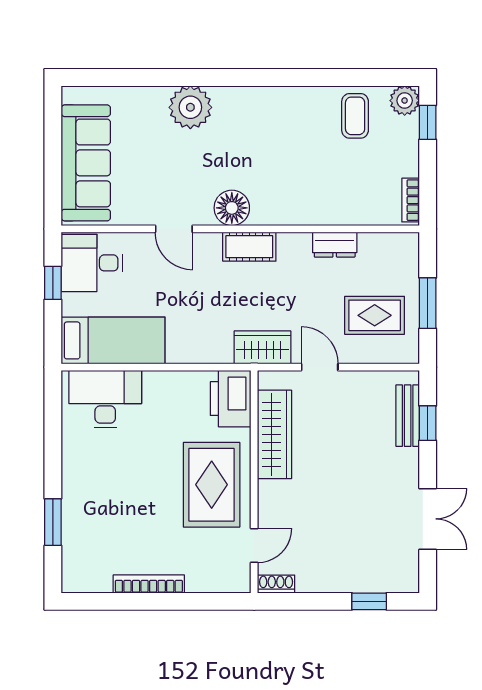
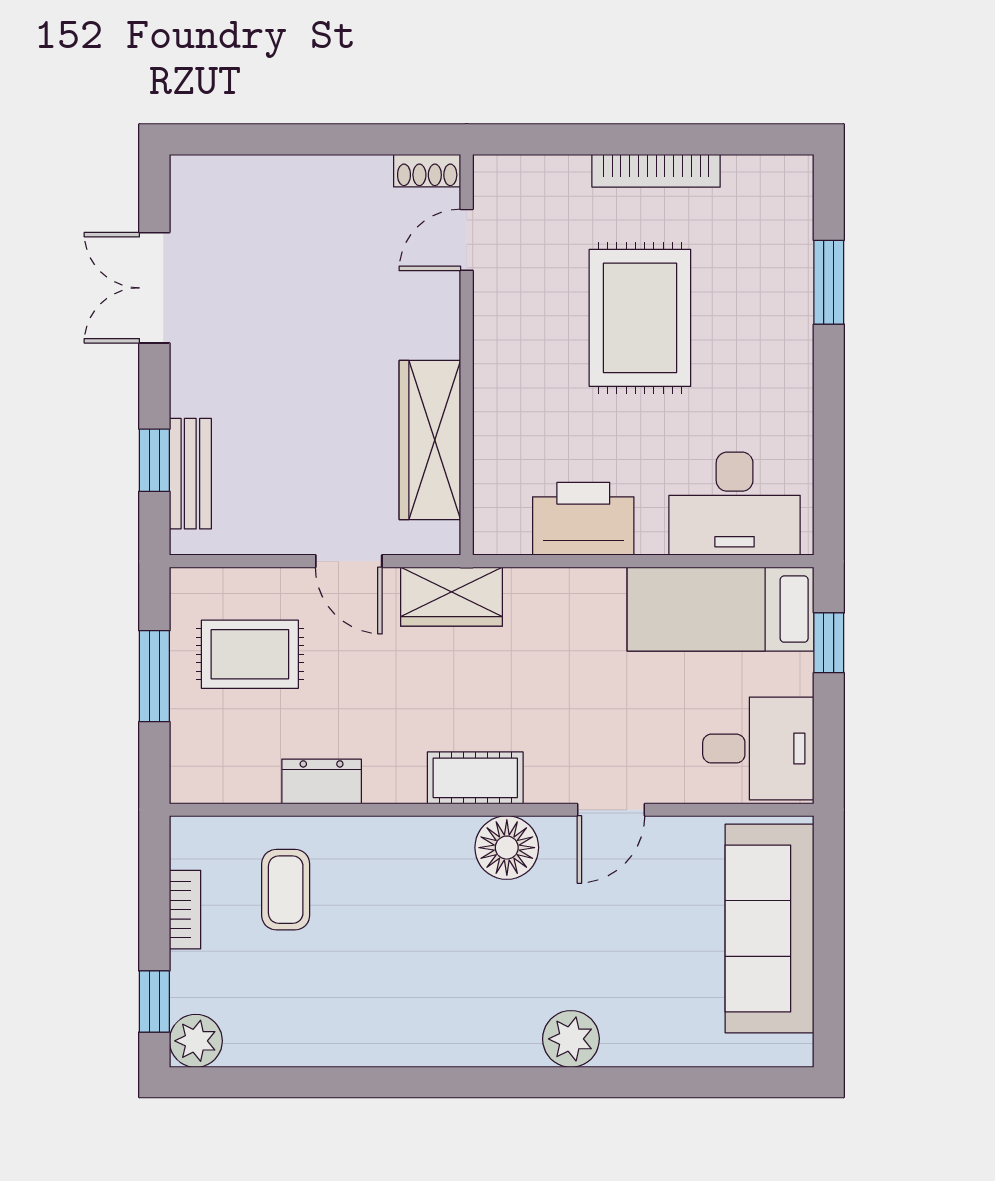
plant: (190, 107) -> (571, 1039), width x0.73, depth x0.73
coffee table: (355, 116) -> (286, 890), moved
bookcase: (411, 200) -> (185, 910), moved
door: (174, 229) -> (611, 810), swing flipped
window: (53, 283) -> (829, 643), moved
printer: (231, 399) -> (583, 519), moved, turned -90
rug: (212, 485) -> (640, 318), moved
window: (369, 601) -> (260, 139), removed

